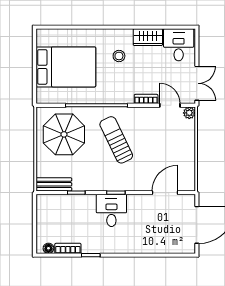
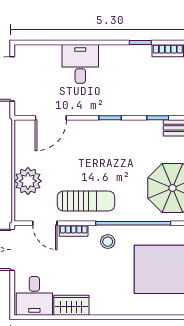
stool: (119, 56) -> (108, 242), moved
plant: (189, 113) -> (28, 181), moved, width x1.88, depth x1.88
sun lounger: (116, 140) -> (86, 201), moved, turned -64
desk: (111, 210) -> (80, 64), moved, turned 180

